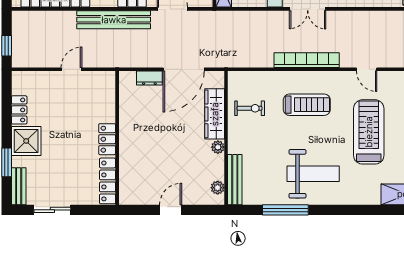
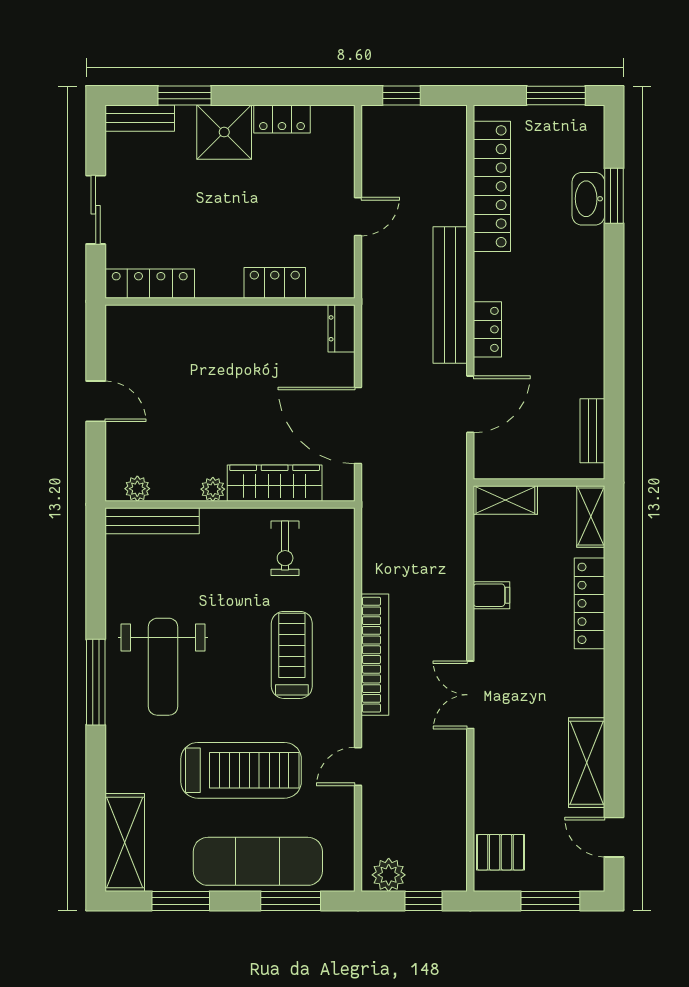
double door: (308, 9) -> (470, 695), moved
door: (72, 69) -> (358, 217), hinge flipped
dresser: (149, 78) -> (341, 328), moved
treadmill: (307, 105) -> (292, 655), turned 180
locker: (107, 139) -> (275, 283), moved
sliding door: (52, 210) -> (96, 210), moved
window: (285, 210) -> (96, 682), moved

